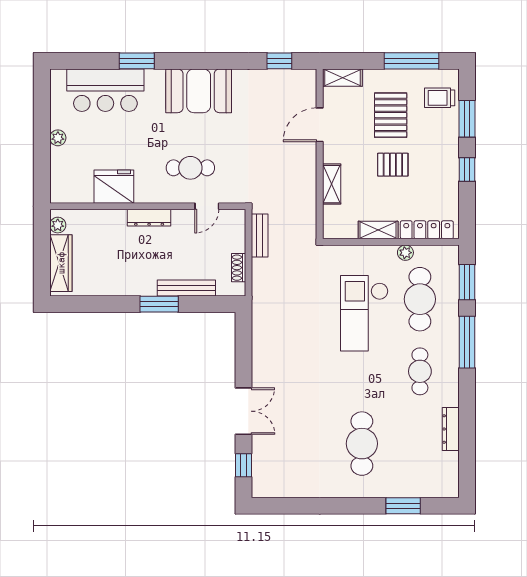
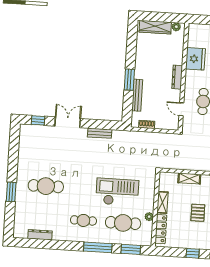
bench: (260, 235) -> (100, 133), moved
double door: (244, 411) -> (68, 122), swing flipped
dresser: (451, 429) -> (40, 235), moved
window: (403, 506) -> (11, 192), moved

